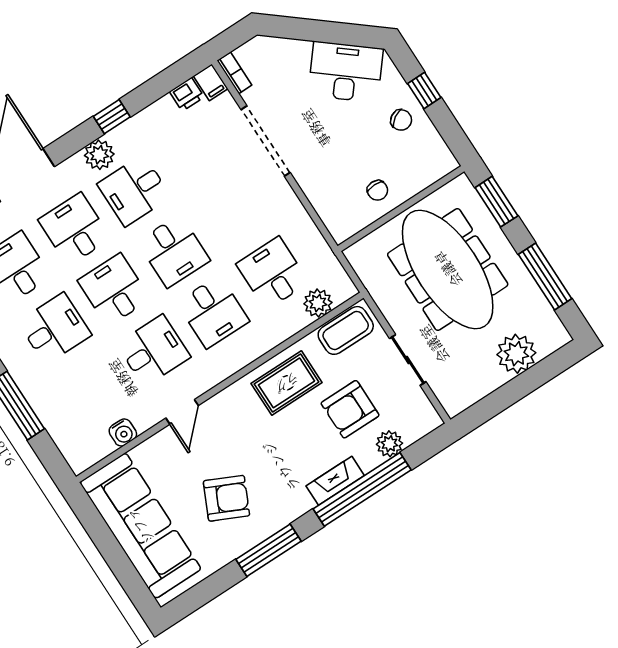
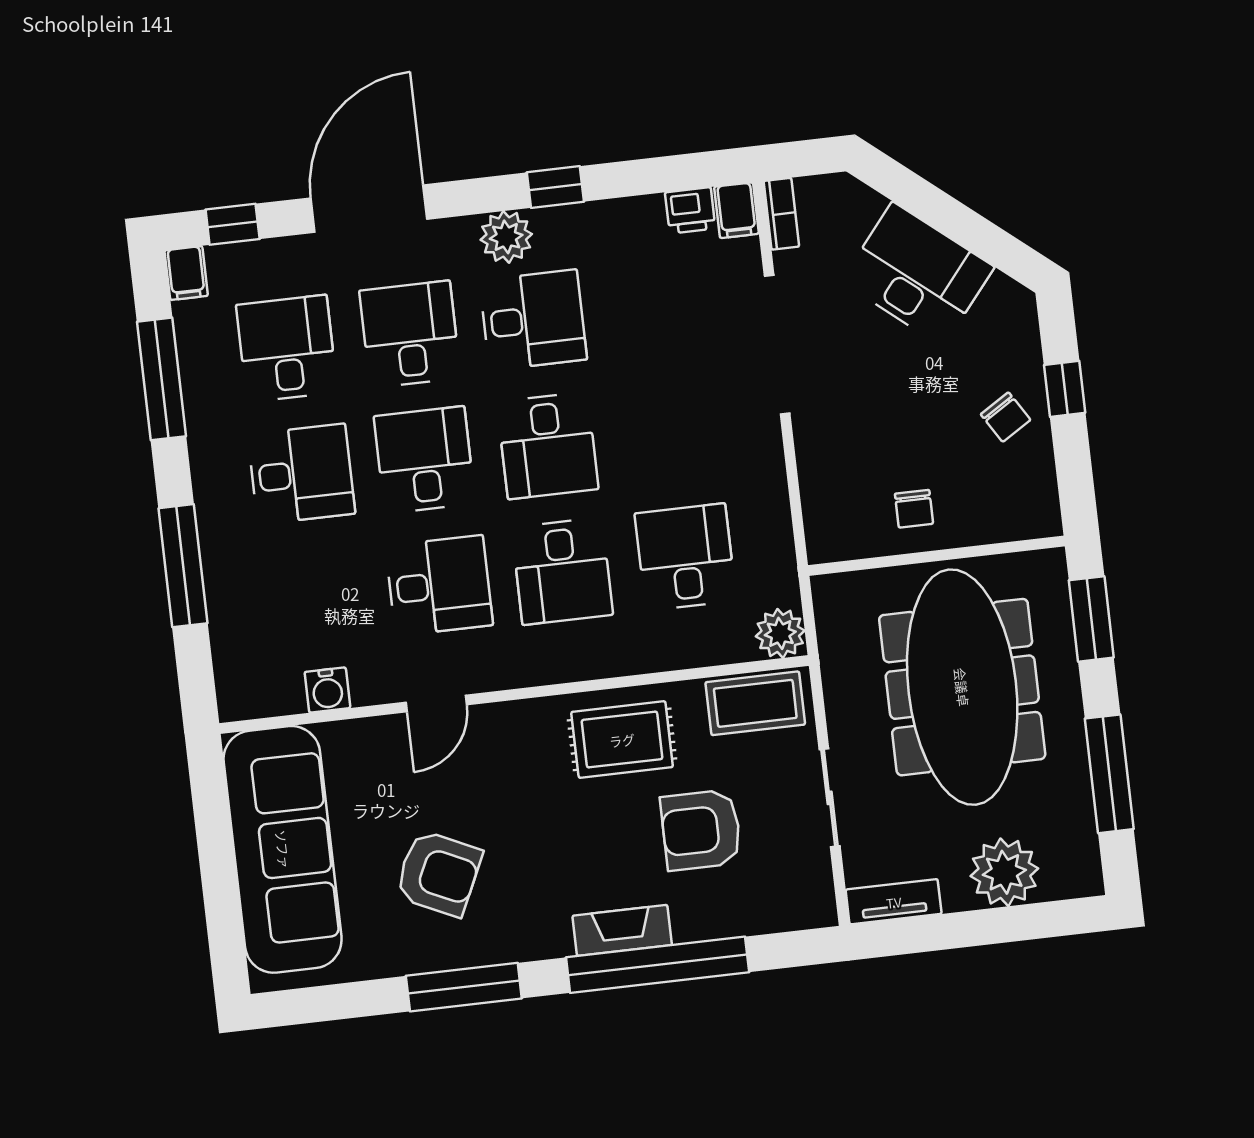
desk: (346, 72) -> (918, 274), moved
desk: (134, 190) -> (533, 320), turned 180
plant: (318, 303) -> (780, 633), moved
tv unit: (467, 397) -> (894, 902), added
plant: (389, 444) -> (736, 915), removed

